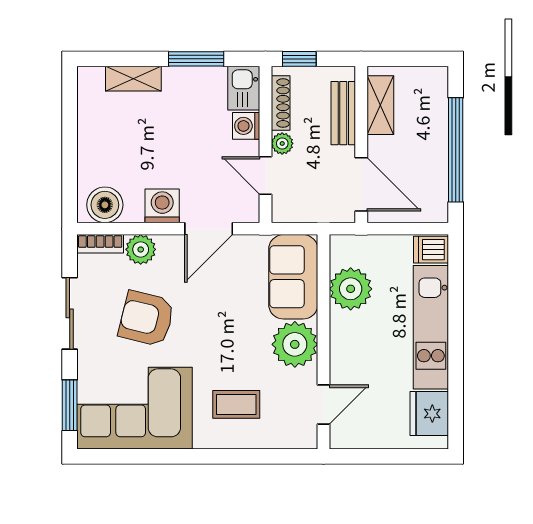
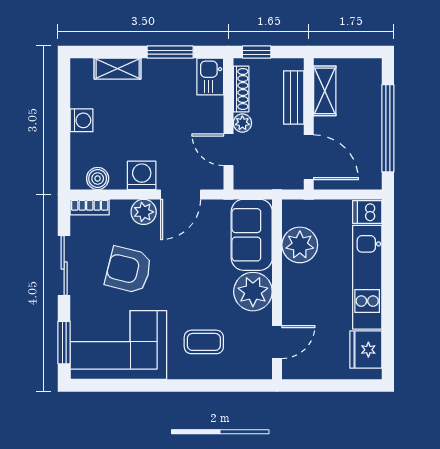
washing machine: (246, 126) -> (82, 120), moved, turned 180
boiler: (105, 205) -> (98, 179), width x0.73, depth x0.73
plant: (141, 249) -> (144, 212), moved

